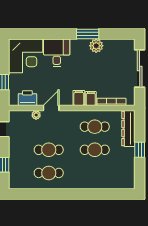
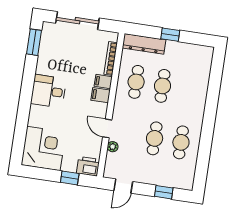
window: (88, 34) -> (34, 42), moved
plant: (96, 46) -> (44, 66), removed
desk: (57, 53) -> (48, 91), moved
printer: (27, 98) -> (88, 166), moved, turned 90

